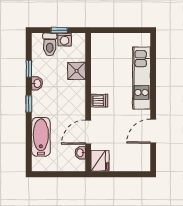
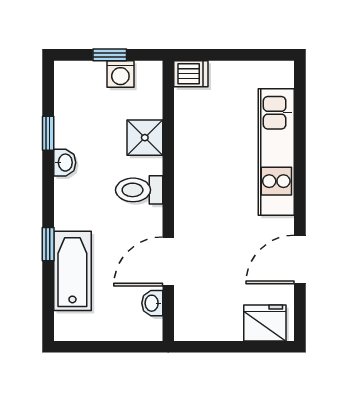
toilet: (50, 44) -> (139, 190), moved, turned 90
dishwasher: (99, 101) -> (191, 74), moved
window: (29, 104) -> (48, 244), moved
fridge: (100, 161) -> (265, 323), moved, turned -90

